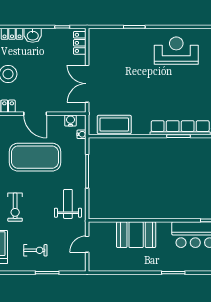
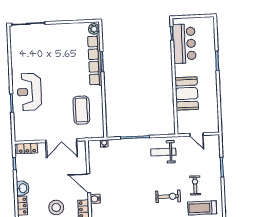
reception desk: (176, 51) -> (29, 92), moved
door: (35, 114) -> (89, 183), swing flipped
water cooler: (70, 121) -> (95, 199), moved
coffee table: (114, 125) -> (81, 110), moved
exercise mat: (35, 157) -> (125, 182), removed
exercise bike: (35, 250) -> (195, 185), moved

